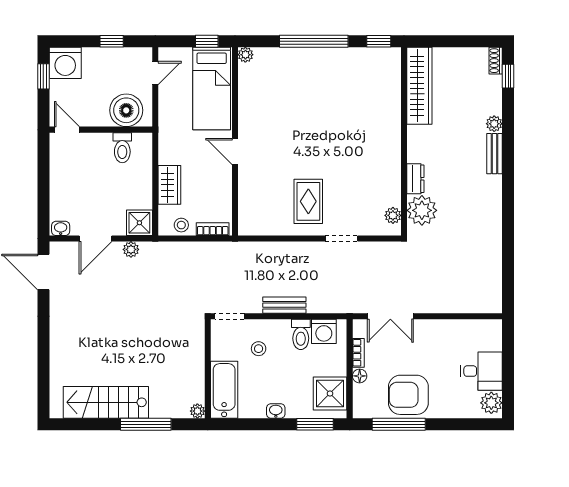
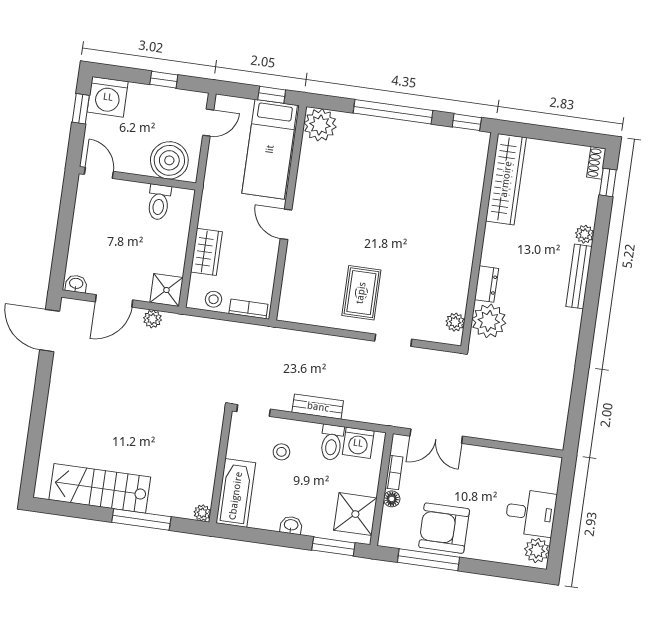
plant: (245, 55) -> (320, 125), width x1.88, depth x1.88
bench: (494, 154) -> (579, 276), width x1.36

